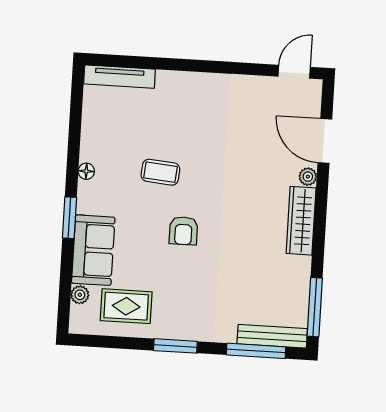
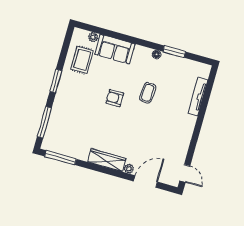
tv unit: (119, 77) -> (198, 96), moved
window: (69, 218) -> (174, 52), moved
bench: (272, 336) -> (50, 132), removed

